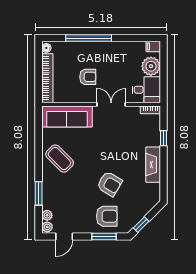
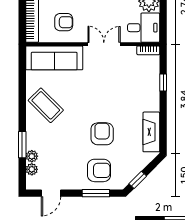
armchair: (88, 77) -> (64, 22), moved
fireplace: (153, 165) -> (151, 132), moved
armchair: (109, 184) -> (102, 134), turned -121
plant: (47, 227) -> (32, 156), moved

